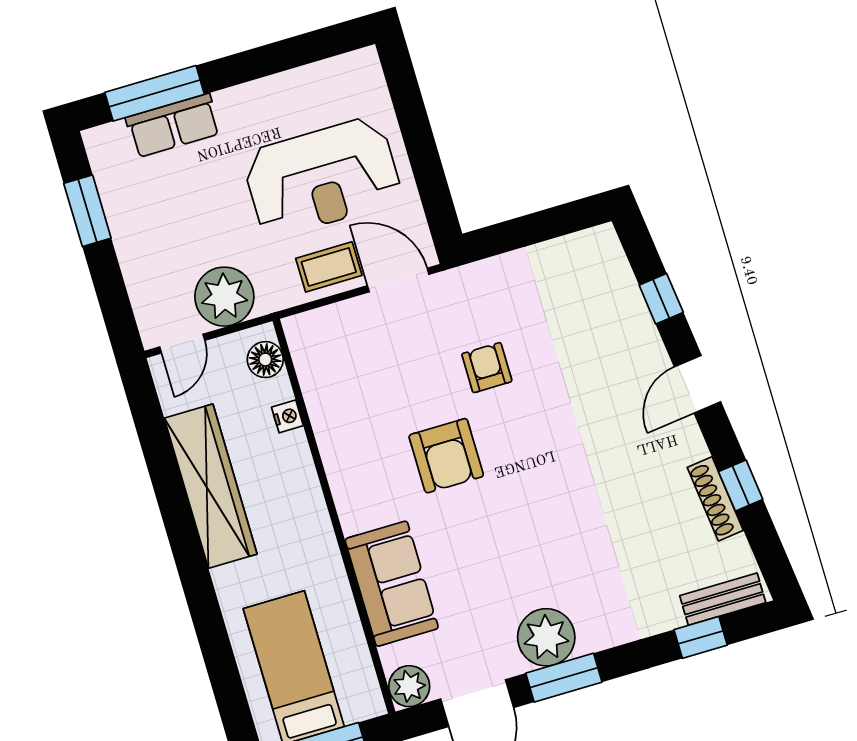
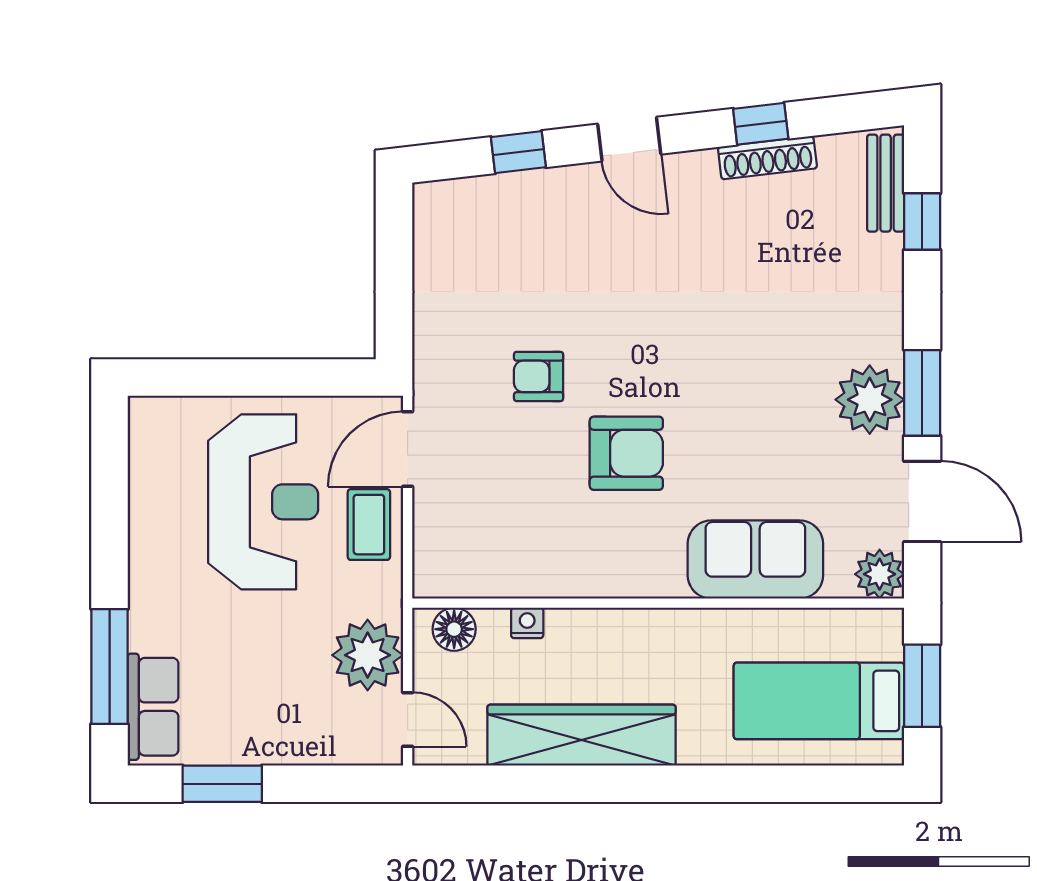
row of seats: (173, 126) -> (153, 707), moved

